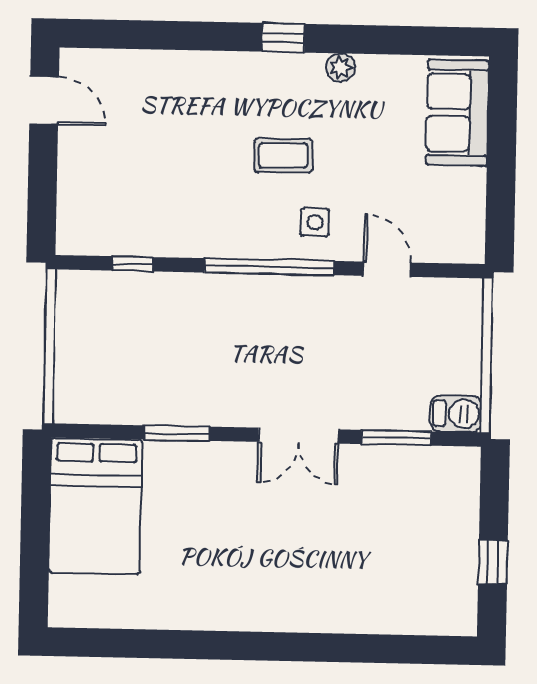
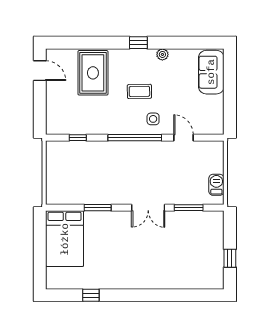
rug: (172, 108) -> (93, 73), added
barbecue: (456, 413) -> (216, 185), moved, turned -90
window: (156, 644) -> (91, 295), added

